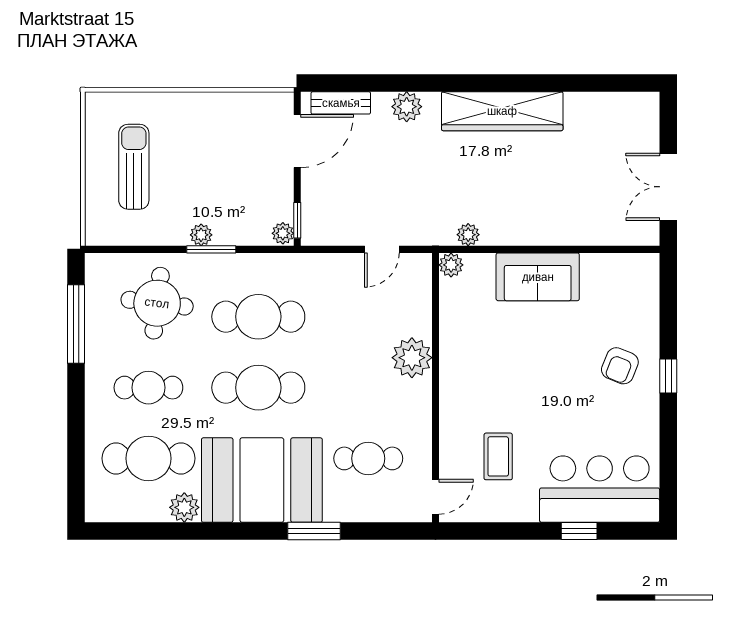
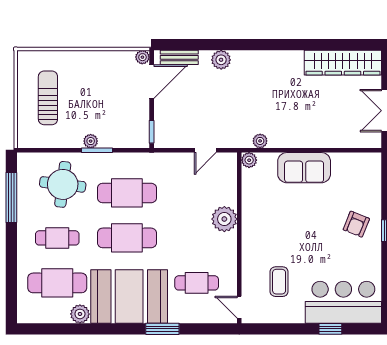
wardrobe: (502, 111) -> (343, 63), moved
plant: (283, 233) -> (142, 57), moved
door: (435, 497) -> (239, 307), swing flipped

